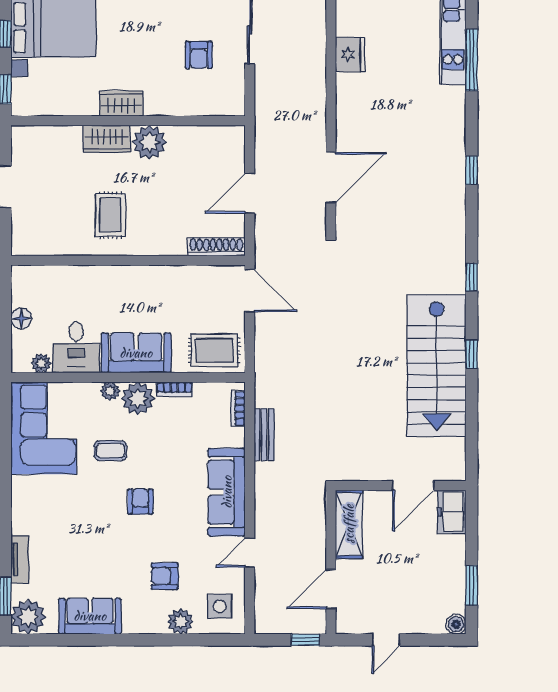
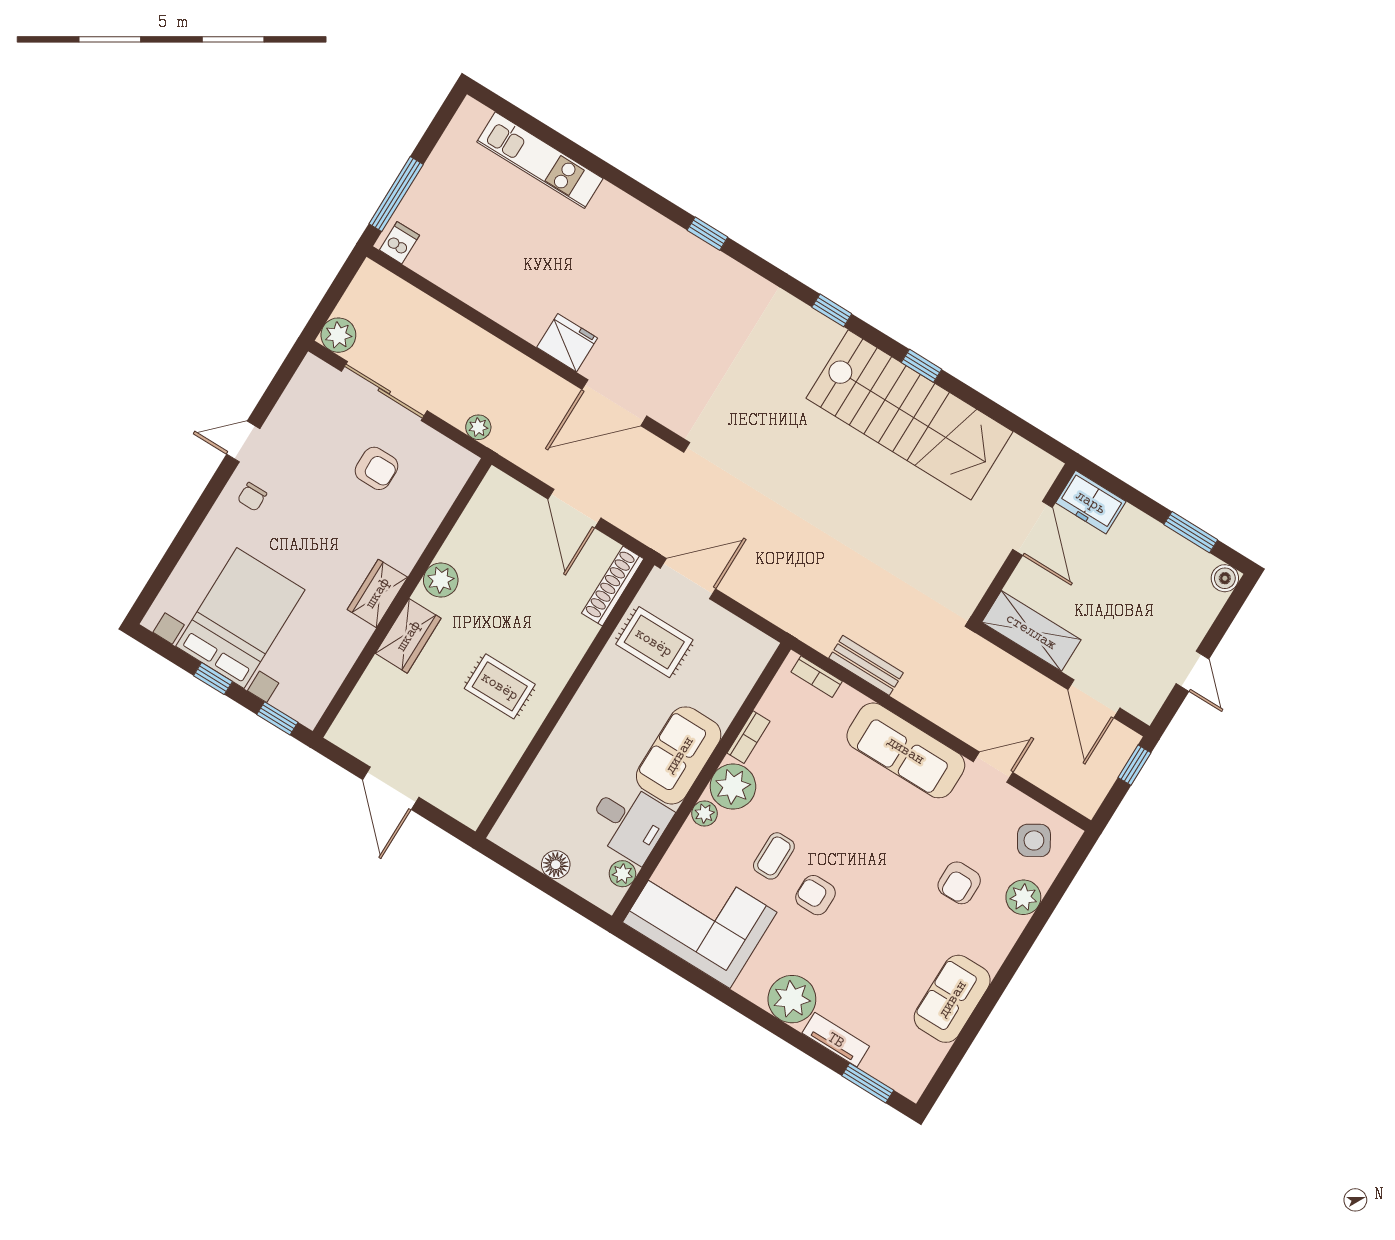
fridge: (350, 55) -> (567, 343), moved
window: (472, 60) -> (579, 154), removed
plant: (263, 102) -> (478, 427), added
plant: (149, 142) -> (441, 580), width x0.73, depth x0.73
door: (331, 177) -> (614, 403), swing flipped
rug: (214, 350) -> (654, 642), moved, turned 90
armchair: (140, 502) -> (815, 895), moved
door: (250, 553) -> (993, 767), swing flipped
side table: (220, 606) -> (1034, 840), turned -31
plant: (28, 617) -> (792, 999), moved

